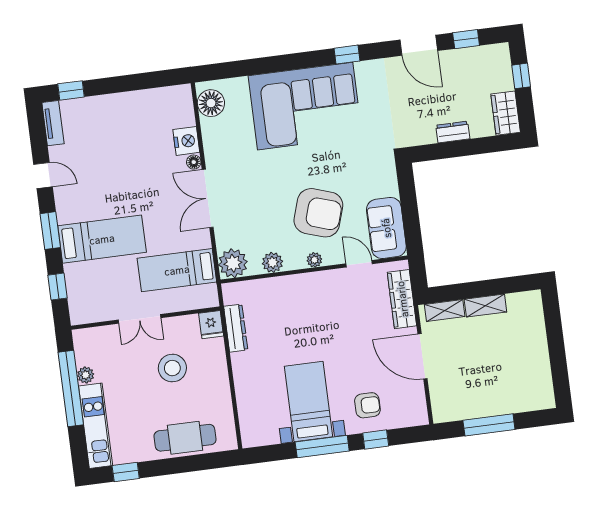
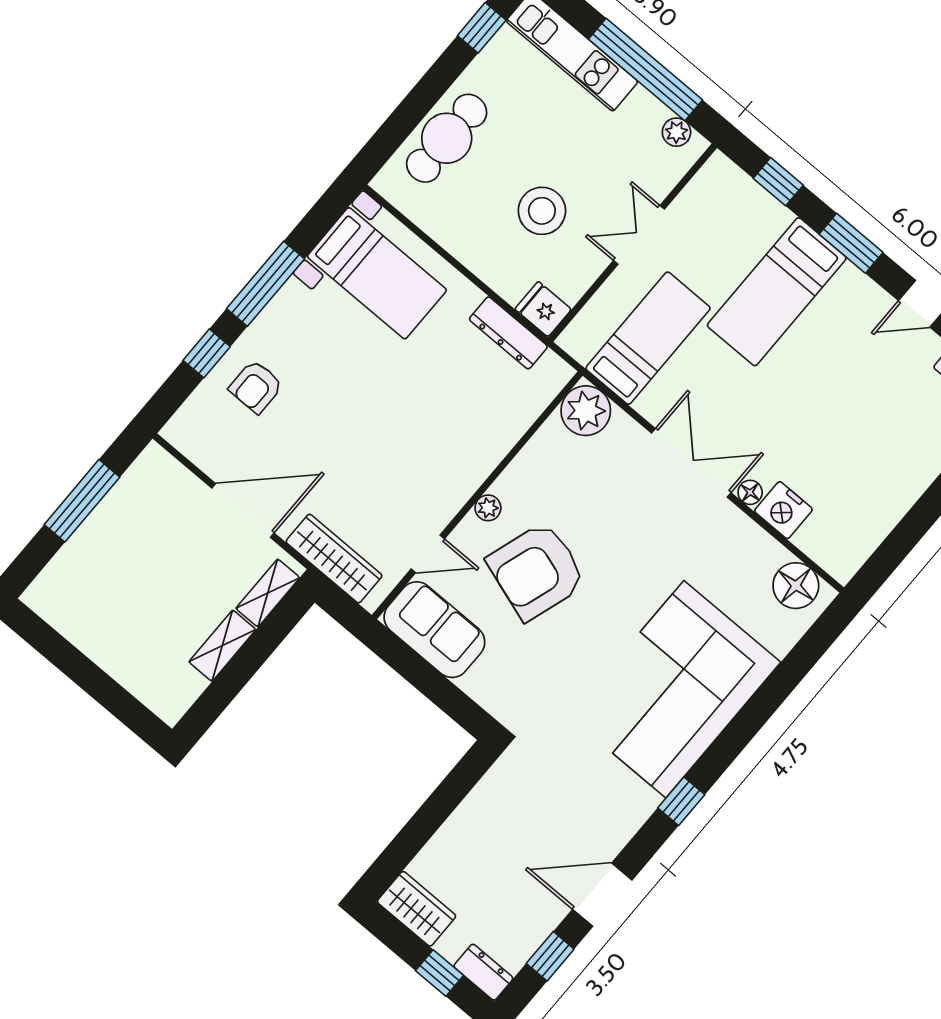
dresser: (453, 132) -> (483, 972), moved, turned -90
plant: (272, 262) -> (537, 457), removed
plant: (86, 375) -> (676, 132), moved
bed with nightstands: (309, 402) -> (377, 273), moved

